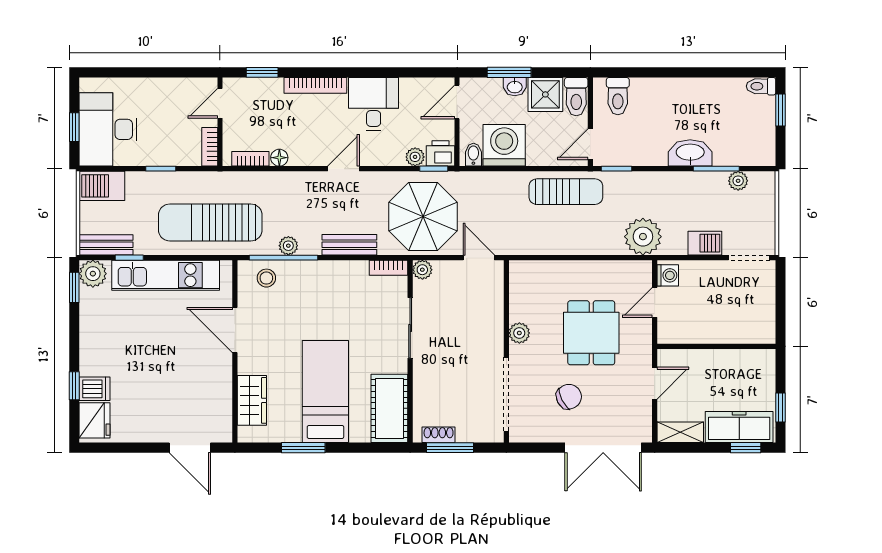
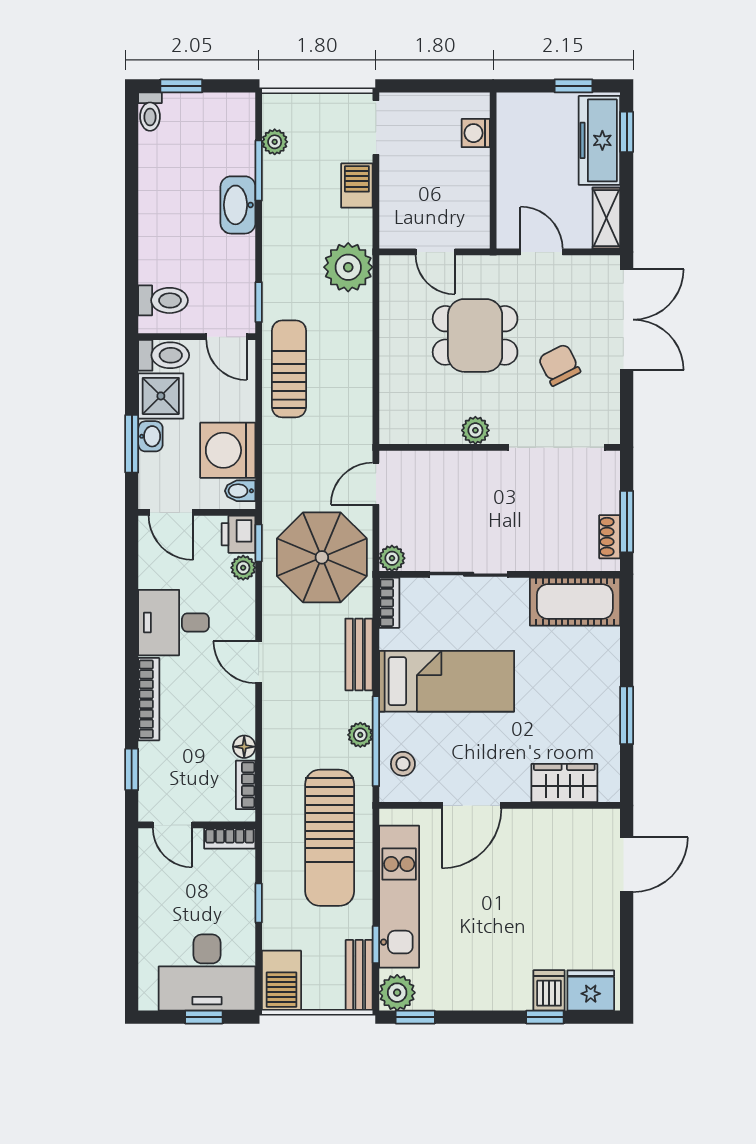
washing machine: (668, 275) -> (476, 133), moved, turned -90
bed: (325, 392) -> (447, 681), moved, turned 180

